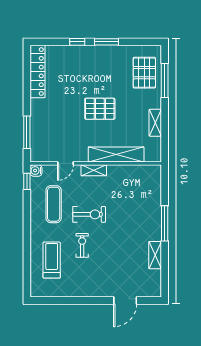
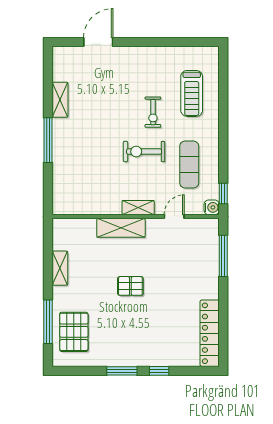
pallet: (100, 109) -> (130, 286), width x0.67, depth x0.71
shelving: (116, 154) -> (121, 228), width x0.68

